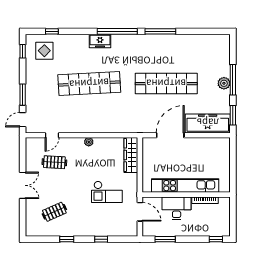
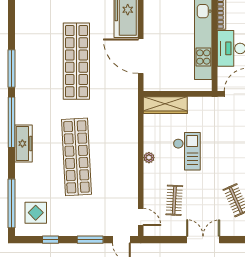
window: (52, 31) -> (12, 203), width x3.17
freezer: (100, 41) -> (24, 144), width x1.40
window: (23, 51) -> (51, 240), moved
door: (52, 135) -> (141, 217), moved
checkout: (107, 192) -> (187, 151), moved

